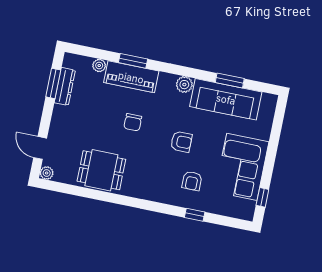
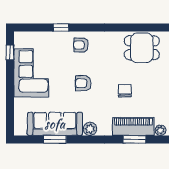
armchair: (192, 181) -> (81, 45), moved, turned -90

